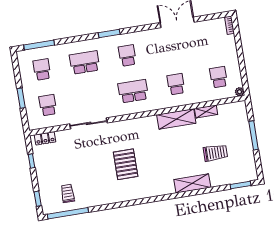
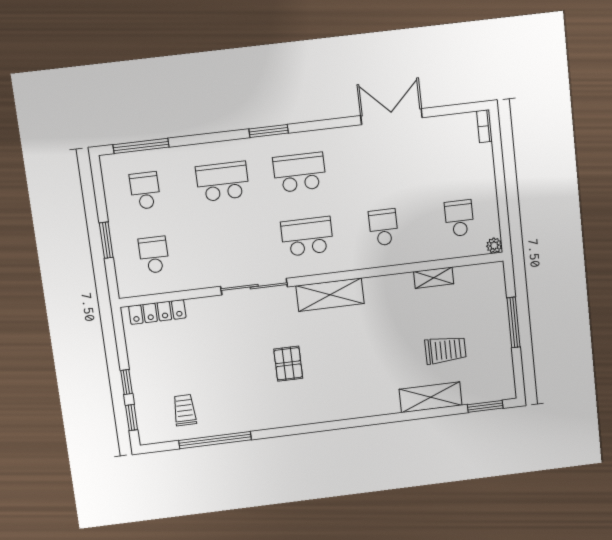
school desk: (127, 56) -> (300, 172), width x1.85
shelving: (176, 119) -> (330, 295), moved
sliding door: (89, 123) -> (254, 287), moved
locker: (45, 138) -> (157, 312), width x1.53
window: (31, 161) -> (126, 382), moved
pallet: (126, 164) -> (288, 364), width x0.67, depth x0.71
shelving: (192, 183) -> (431, 397), moved
window: (68, 213) -> (215, 440), moved

